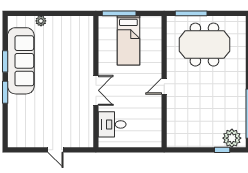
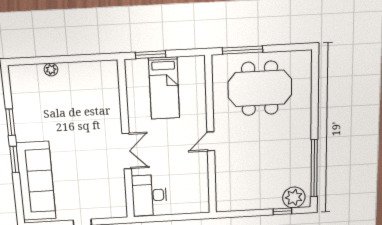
window: (119, 13) -> (151, 55), width x0.69
sofa: (21, 61) -> (36, 181), moved
desk: (112, 124) -> (149, 195), width x1.37

